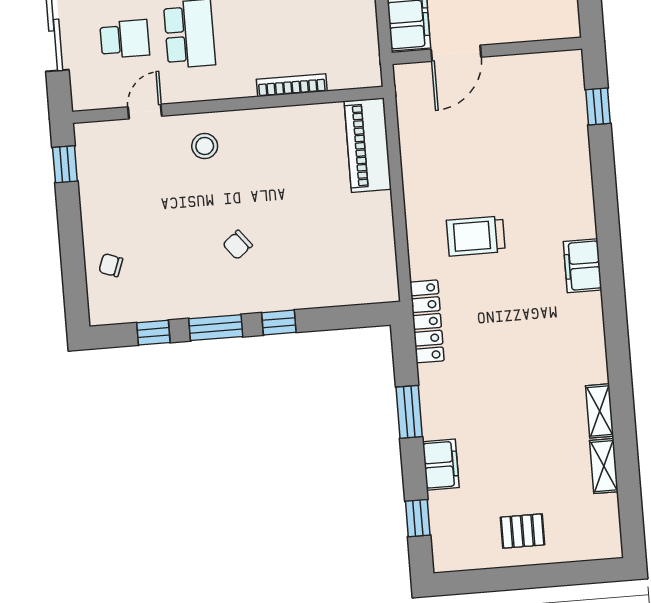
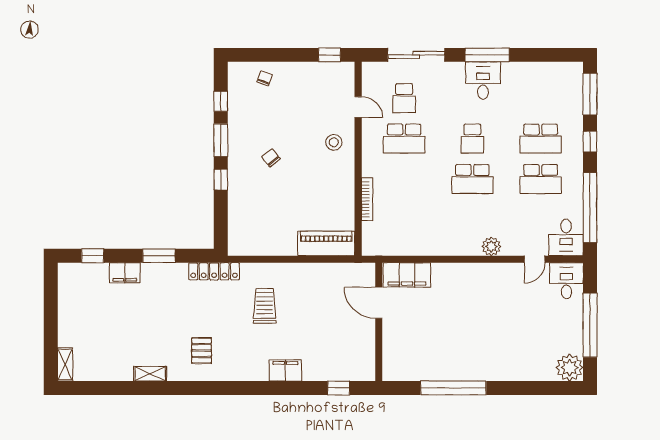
filing cabinet: (583, 266) -> (285, 370), moved
shelving: (604, 466) -> (65, 365), moved, turned 90
pallet: (522, 531) -> (202, 351), moved

